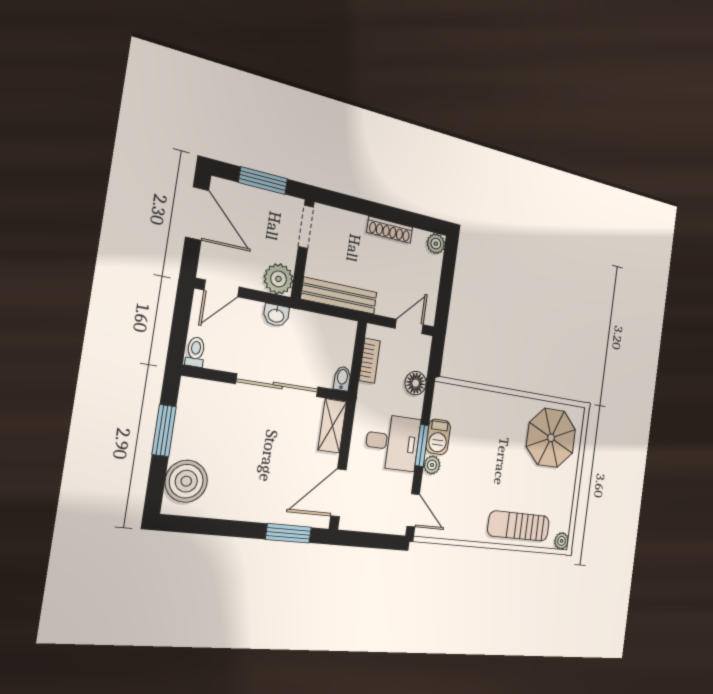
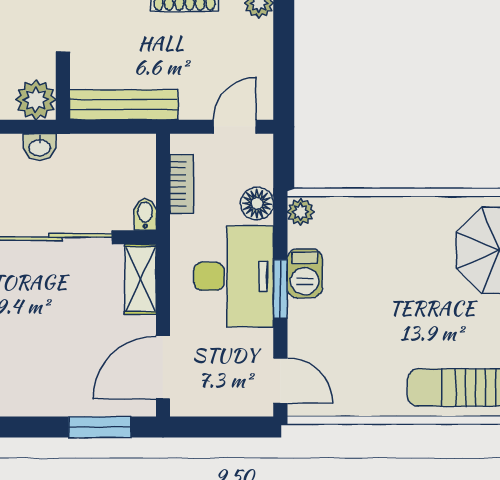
desk: (392, 442) -> (234, 276), width x1.37
plant: (432, 465) -> (301, 212), moved

